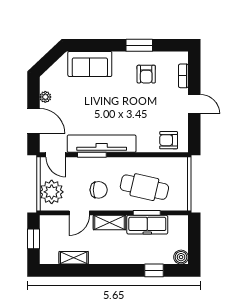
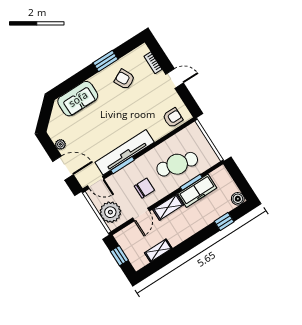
armchair: (146, 74) -> (125, 79), turned 153
armchair: (169, 140) -> (173, 118), turned 180

